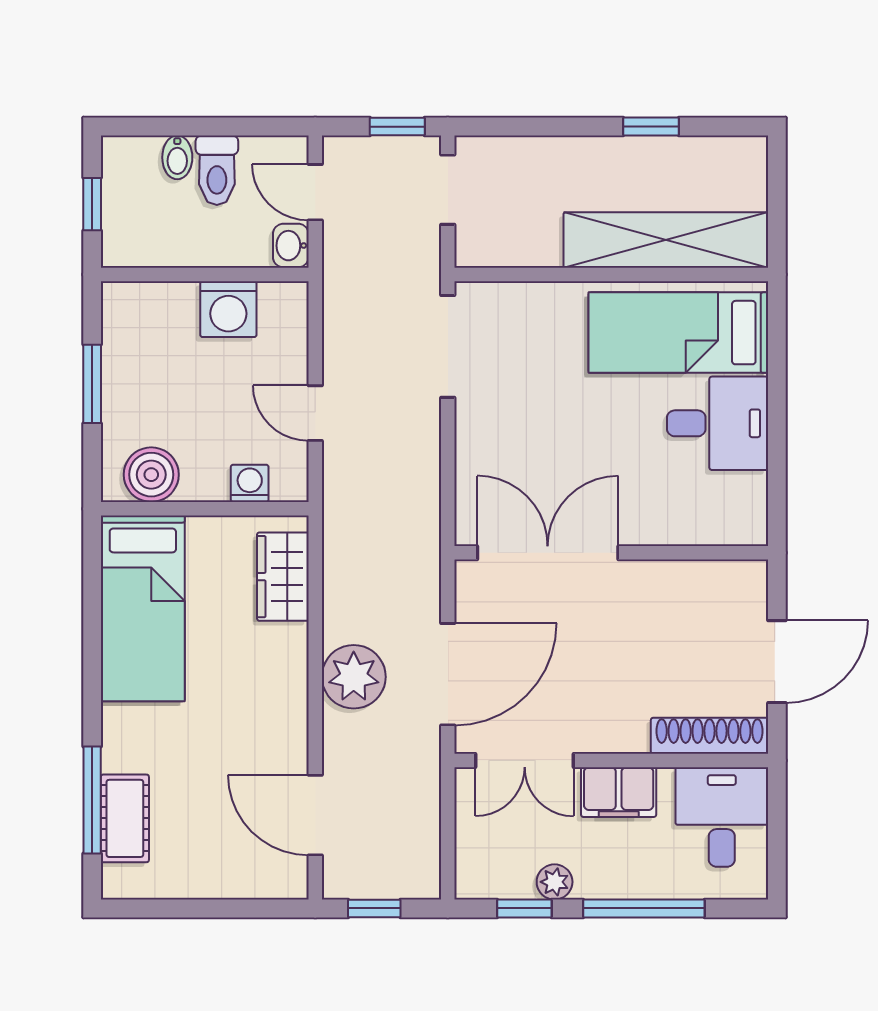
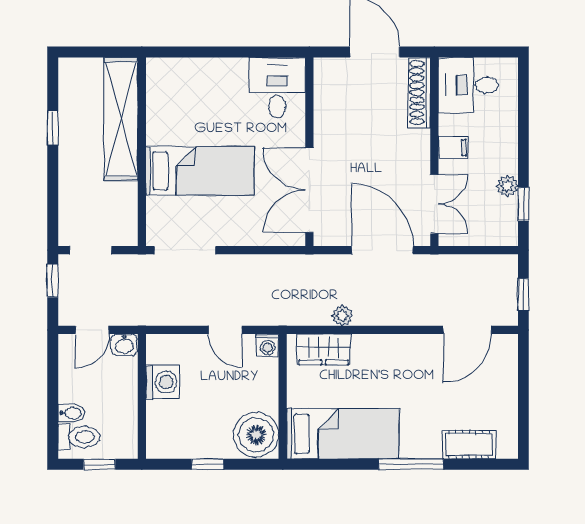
toilet: (217, 170) -> (79, 437), moved
bed: (678, 333) -> (200, 171), moved, turned -90
window: (92, 384) -> (208, 464), width x0.67
door: (315, 413) -> (225, 330), hinge flipped
desk: (718, 423) -> (277, 88), moved
boiler: (151, 475) -> (256, 435), width x1.37, depth x1.37
washing machine: (250, 483) -> (267, 345), moved, turned -90
plant: (354, 677) -> (342, 316), moved, width x0.53, depth x0.53
filing cabinet: (619, 792) -> (453, 147), width x0.50
window: (92, 800) -> (411, 464), moved
window: (644, 908) -> (523, 132), removed

